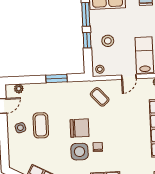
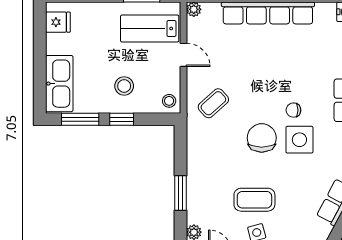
window: (56, 78) -> (181, 193), moved

